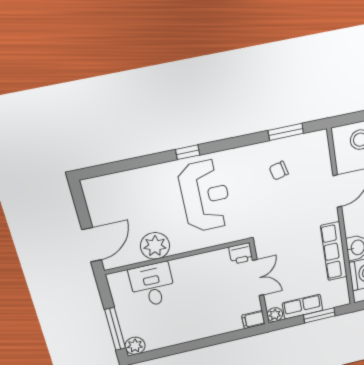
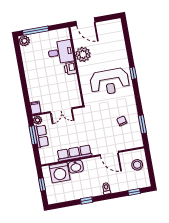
printer: (241, 254) -> (70, 68), moved
window: (319, 315) -> (33, 135), moved

